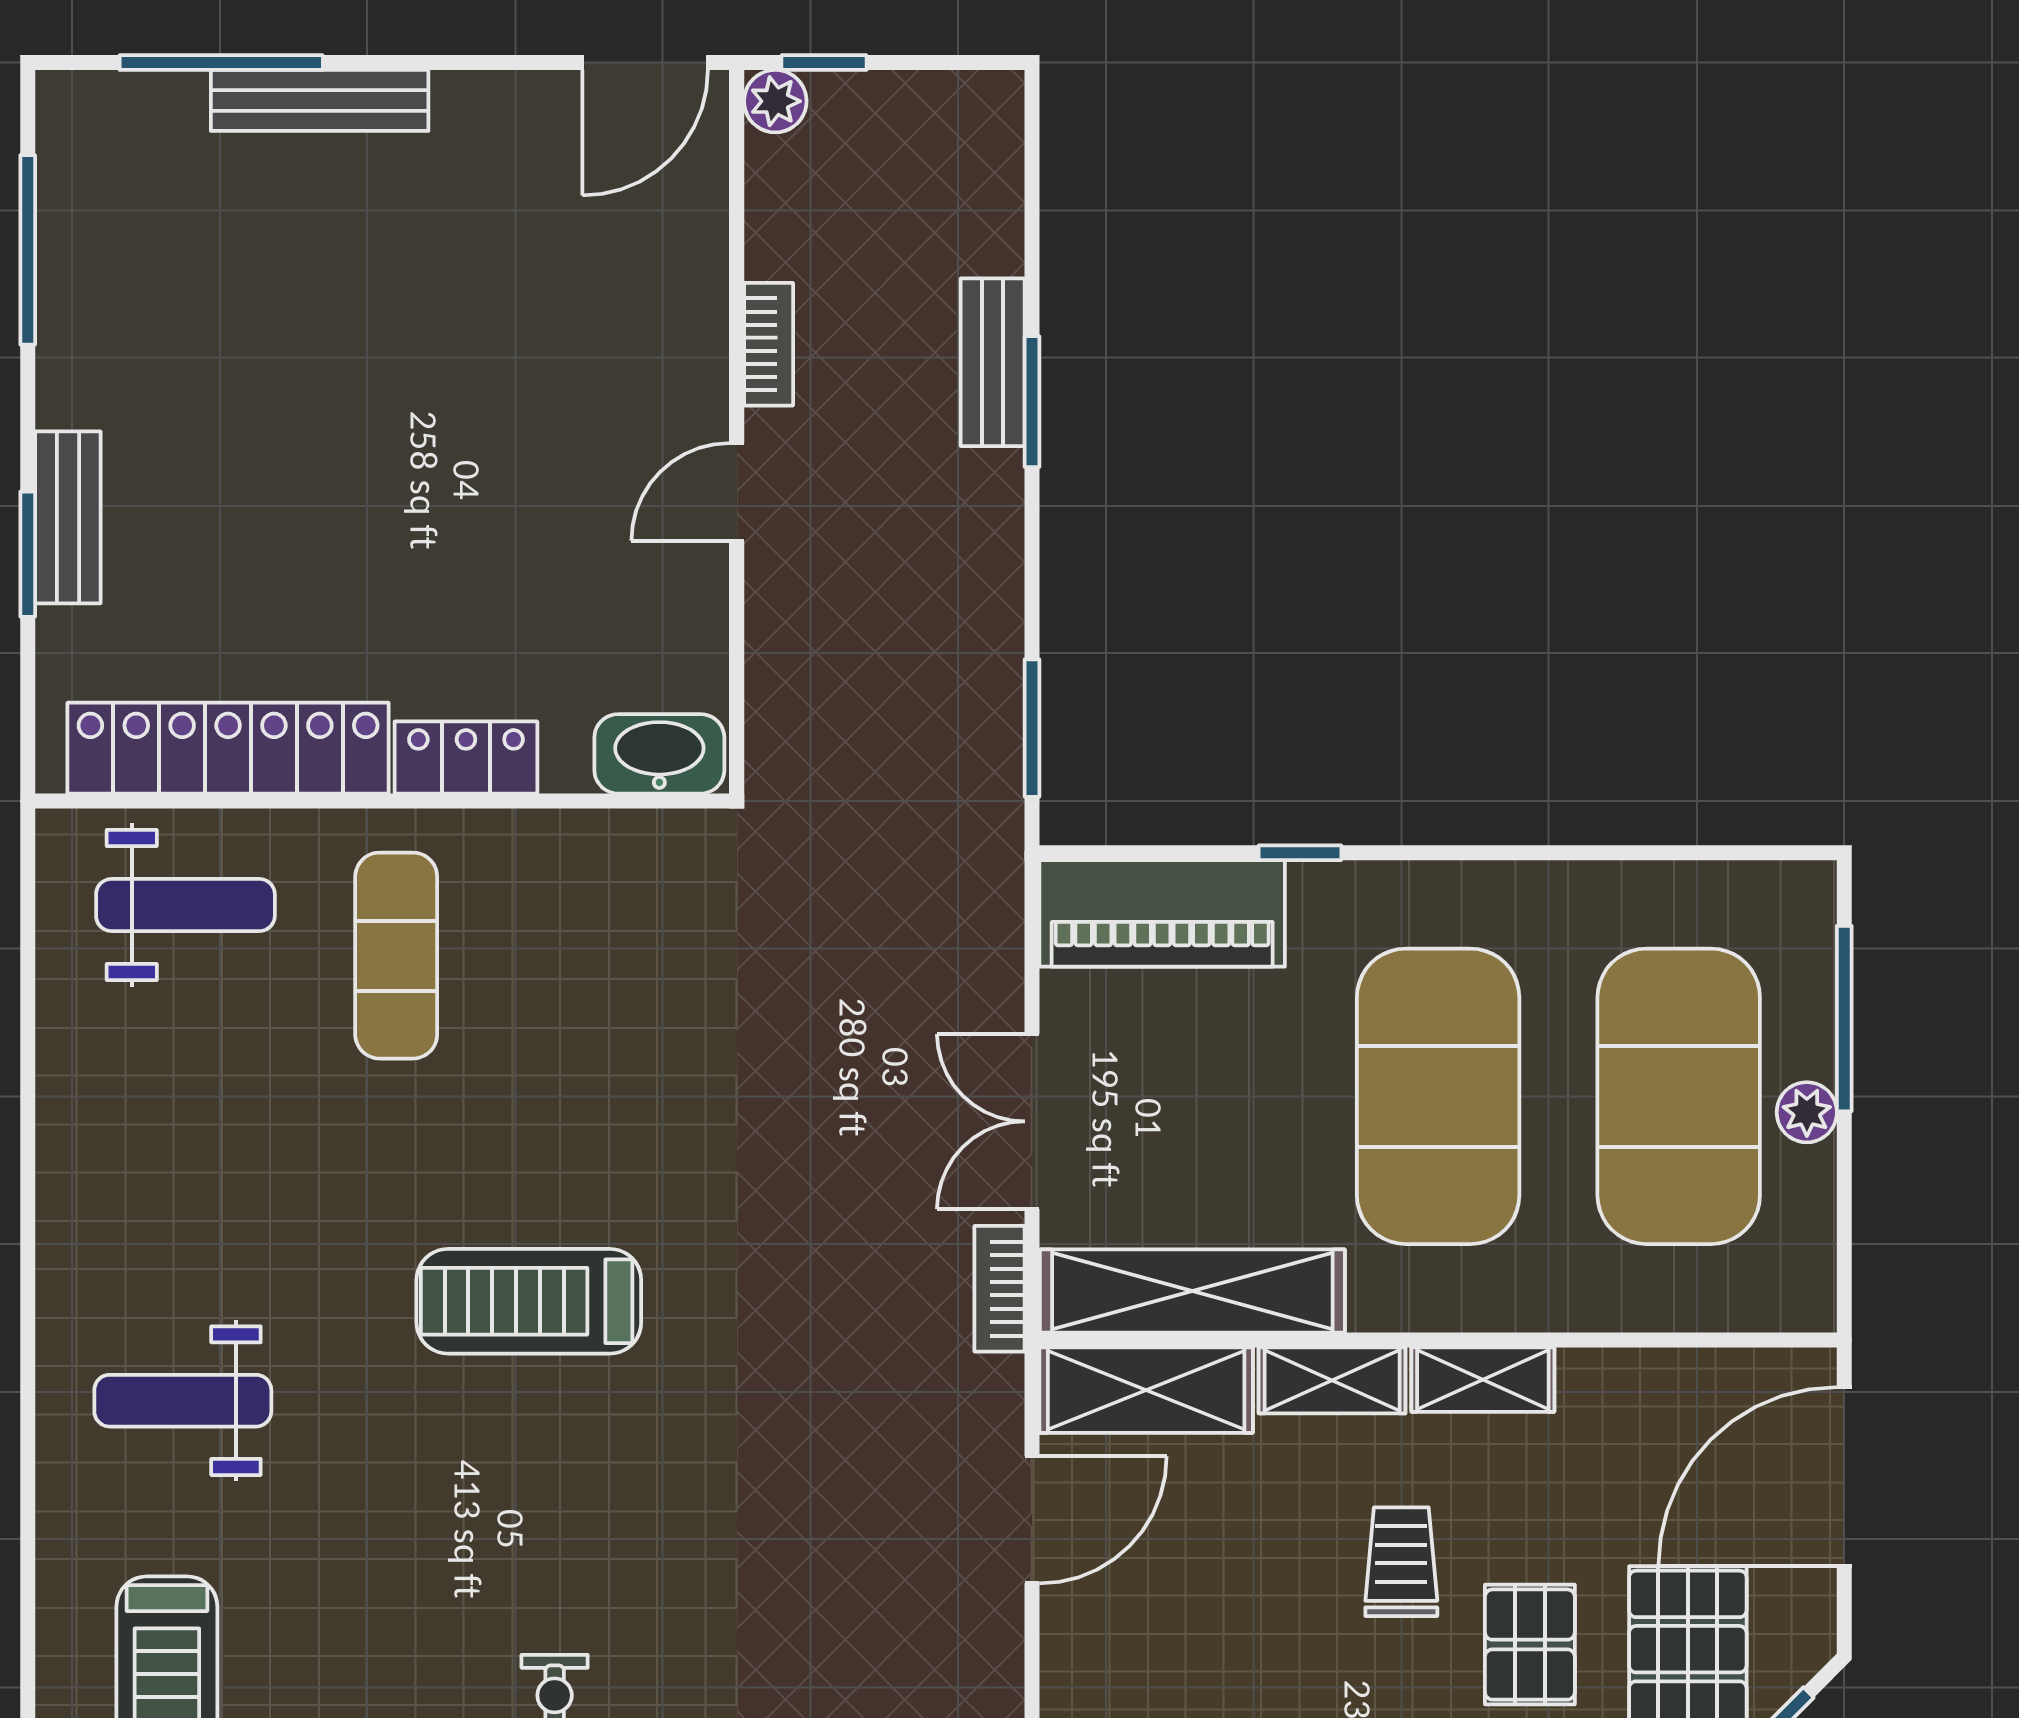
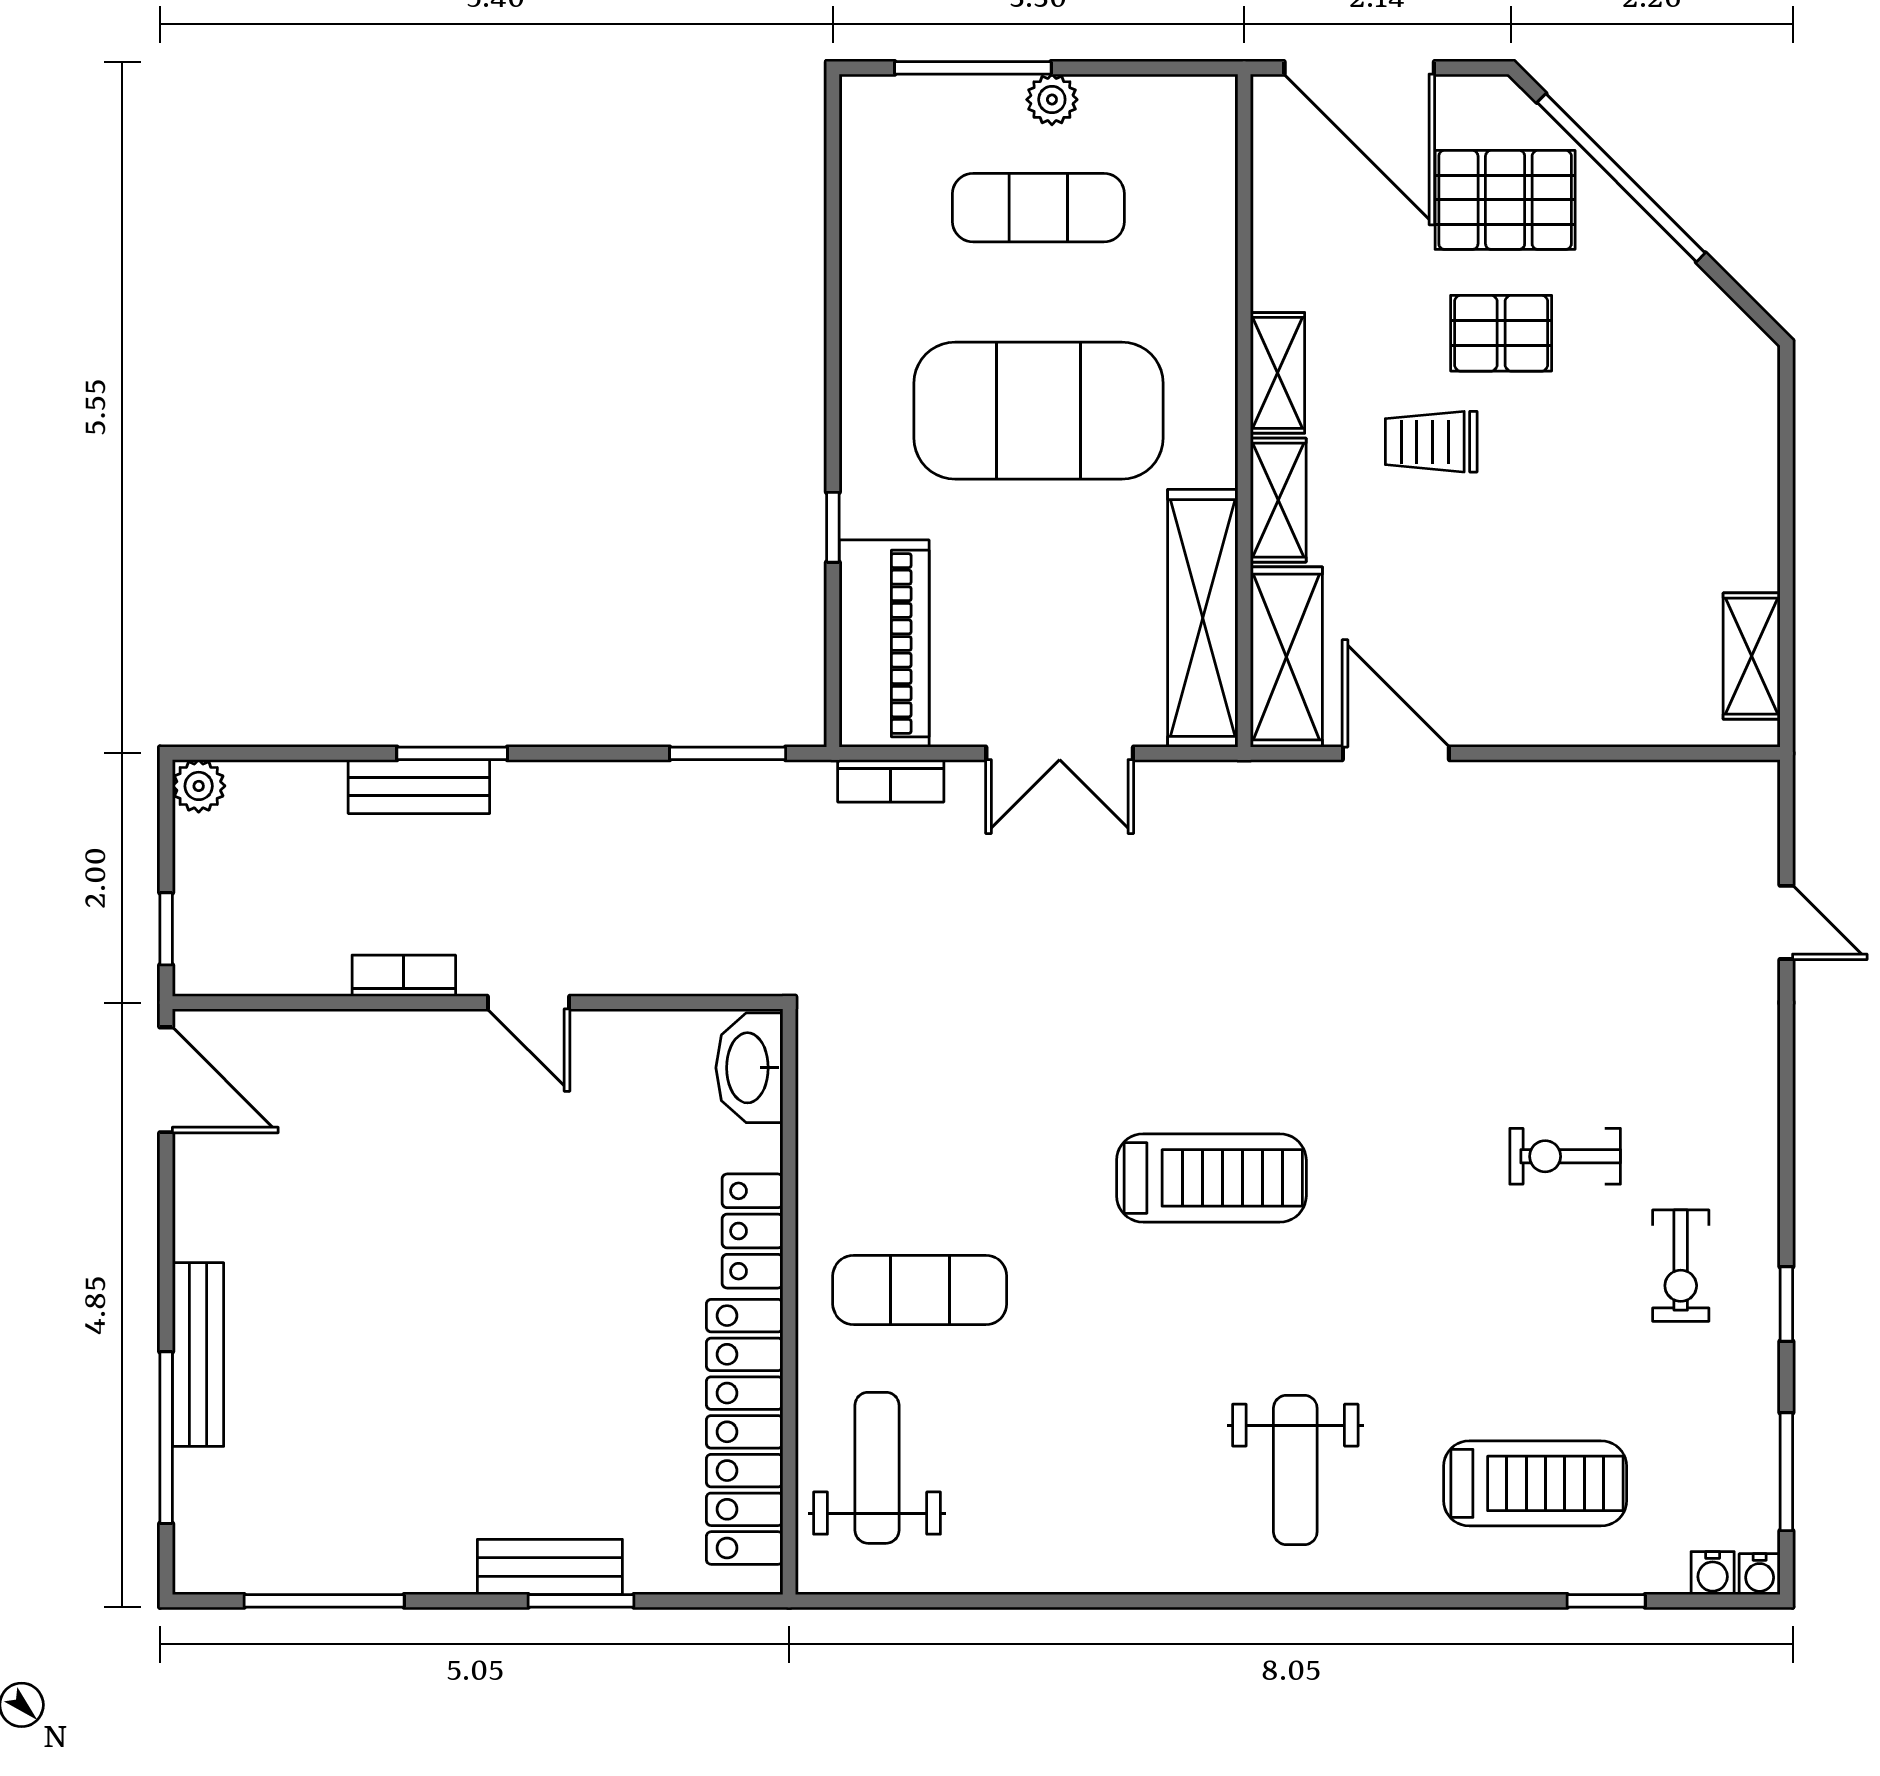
plant: (775, 101) -> (199, 786), moved
exercise mat: (1679, 1096) -> (1038, 208), width x0.50, depth x0.69
bookcase: (999, 1289) -> (891, 781), moved
treadmill: (529, 1301) -> (1211, 1178), turned -90

